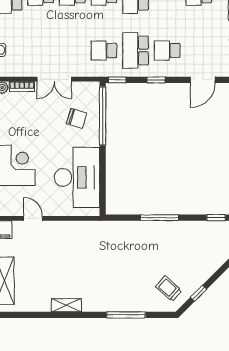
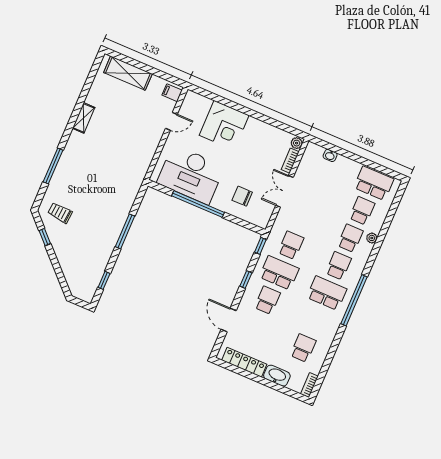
window: (103, 116) -> (198, 204), moved
chair: (76, 118) -> (242, 196), turned 73
trolley: (169, 289) -> (60, 213), turned -127

